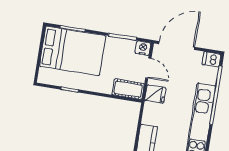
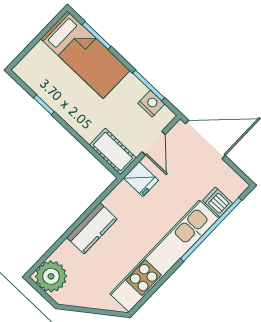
nightstand: (143, 48) -> (151, 104), moved
bed: (73, 51) -> (85, 55), width x0.67
dishwasher: (212, 59) -> (218, 202), moved

